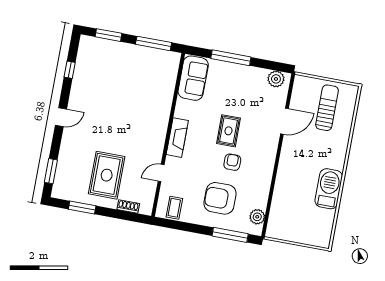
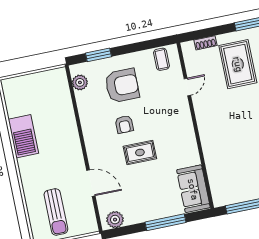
door: (284, 121) -> (91, 183), swing flipped
rug: (228, 131) -> (140, 152), turned 90
fireplace: (177, 138) -> (186, 127), removed
window: (230, 235) -> (99, 55), width x0.69

